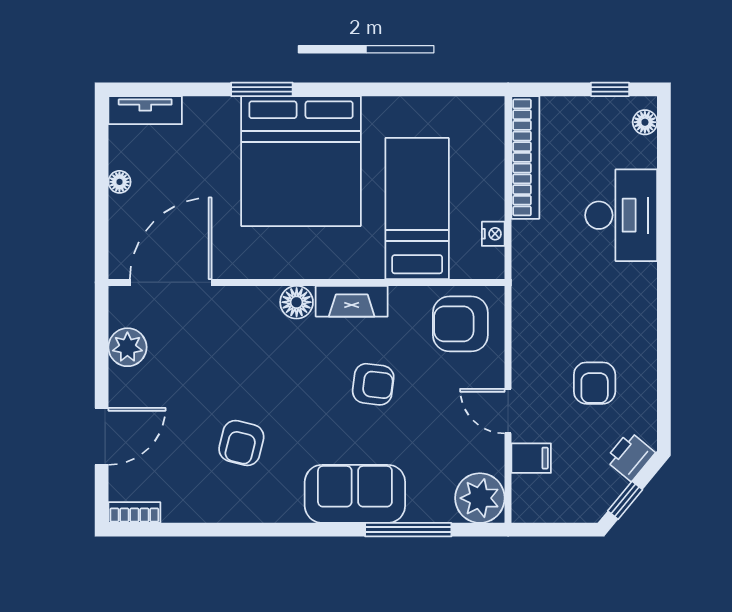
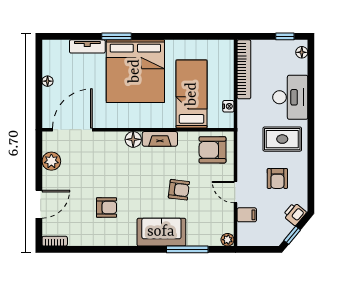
tv unit: (145, 110) -> (87, 46), moved
rug: (605, 302) -> (282, 139), added
armchair: (373, 384) -> (179, 190), moved
armchair: (241, 443) -> (106, 207), turned -104
plant: (480, 498) -> (228, 240), width x0.53, depth x0.53

